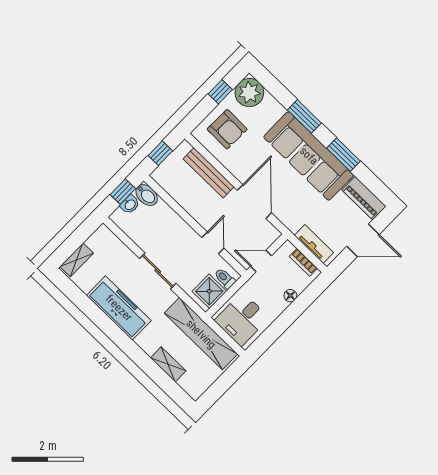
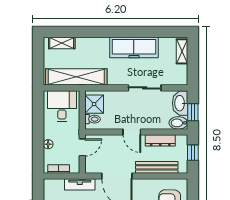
dresser: (180, 195) -> (160, 140), added
washbasin: (130, 204) -> (180, 103), width x1.91, depth x1.45
door: (213, 243) -> (132, 132), moved
tv unit: (314, 244) -> (80, 184), moved
sliding door: (158, 271) -> (145, 88), moved
shelving: (168, 364) -> (62, 43), moved

